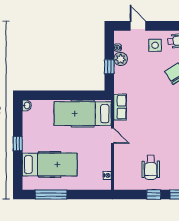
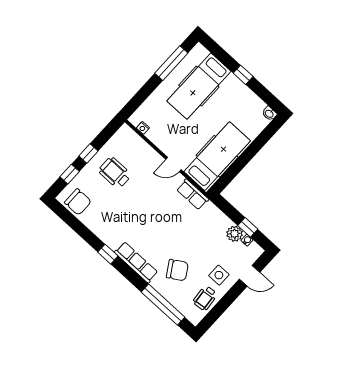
window: (109, 67) -> (248, 227), moved

